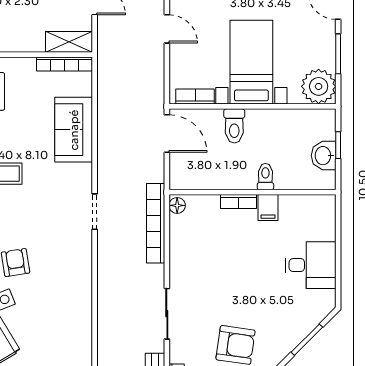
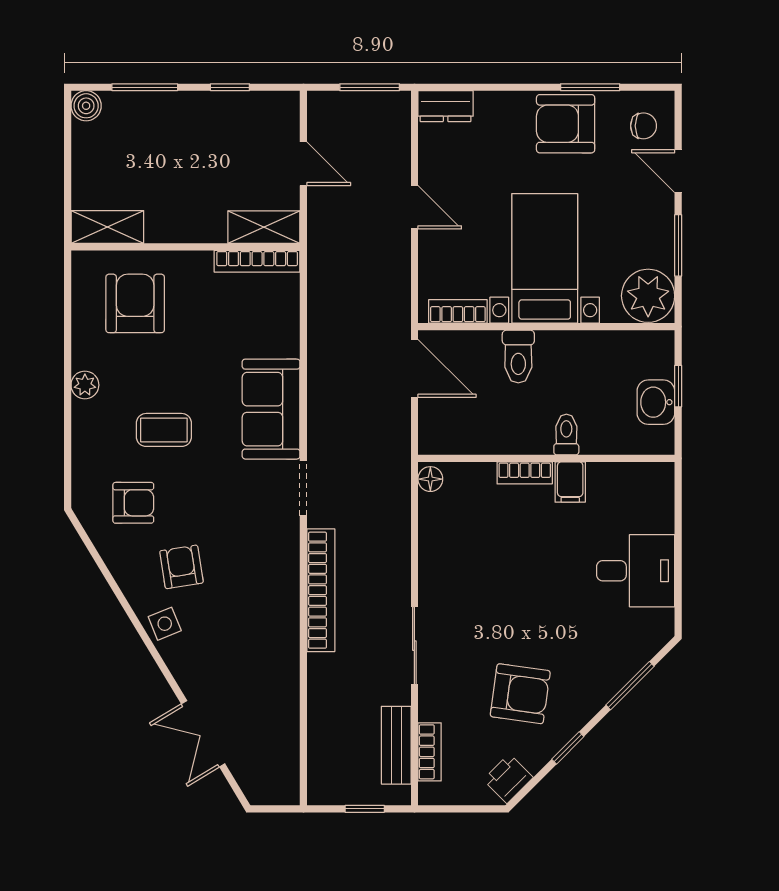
sofa: (74, 130) -> (271, 409), moved
bookcase: (156, 223) -> (321, 590), moved, turned 180

